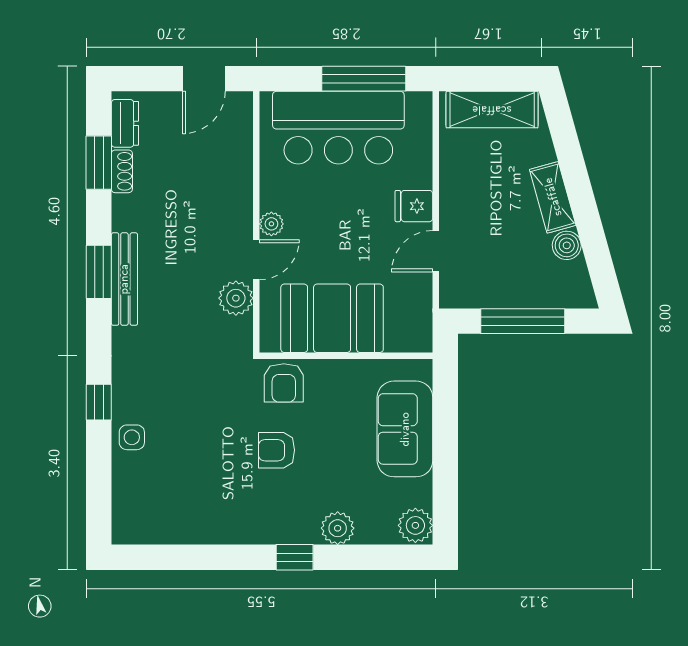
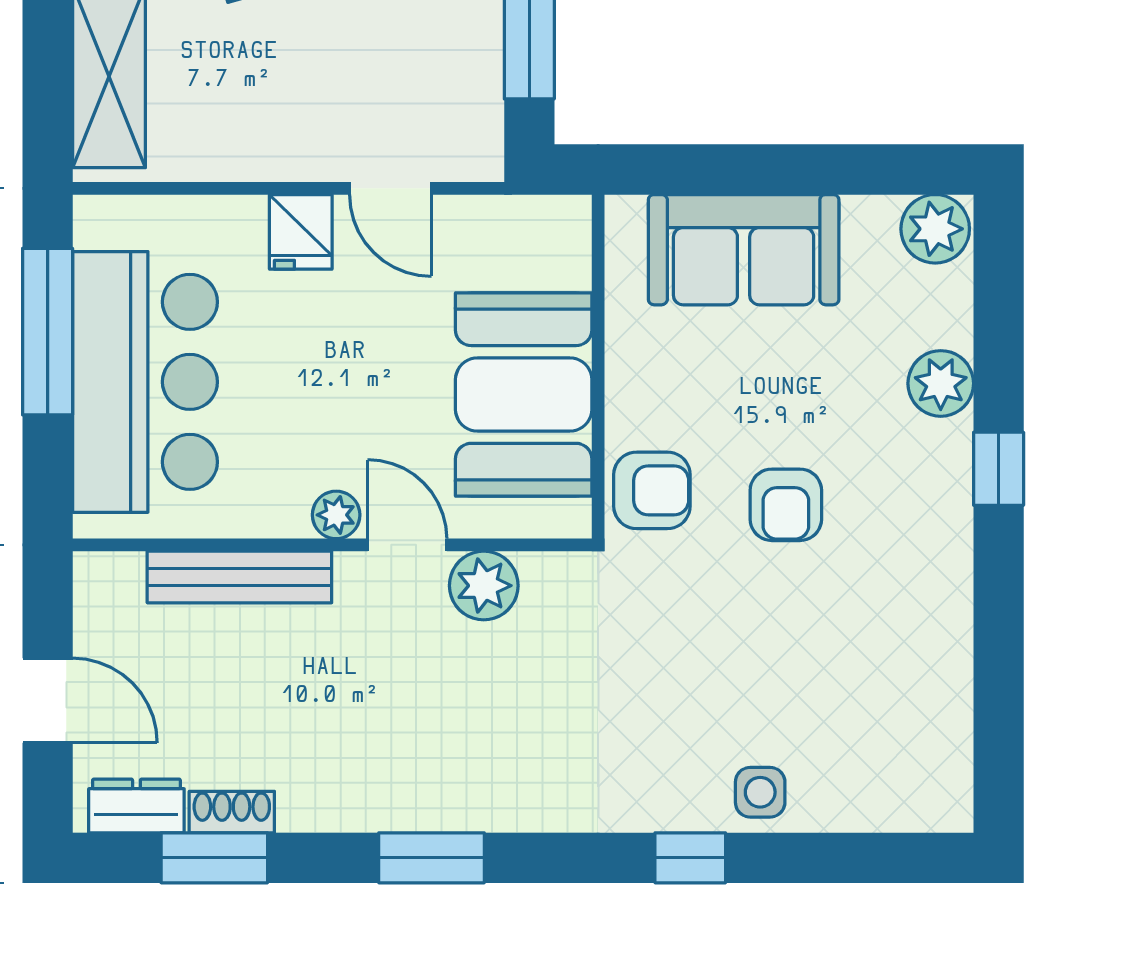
door: (204, 79) -> (48, 701), moved
bench: (124, 279) -> (239, 577), moved

